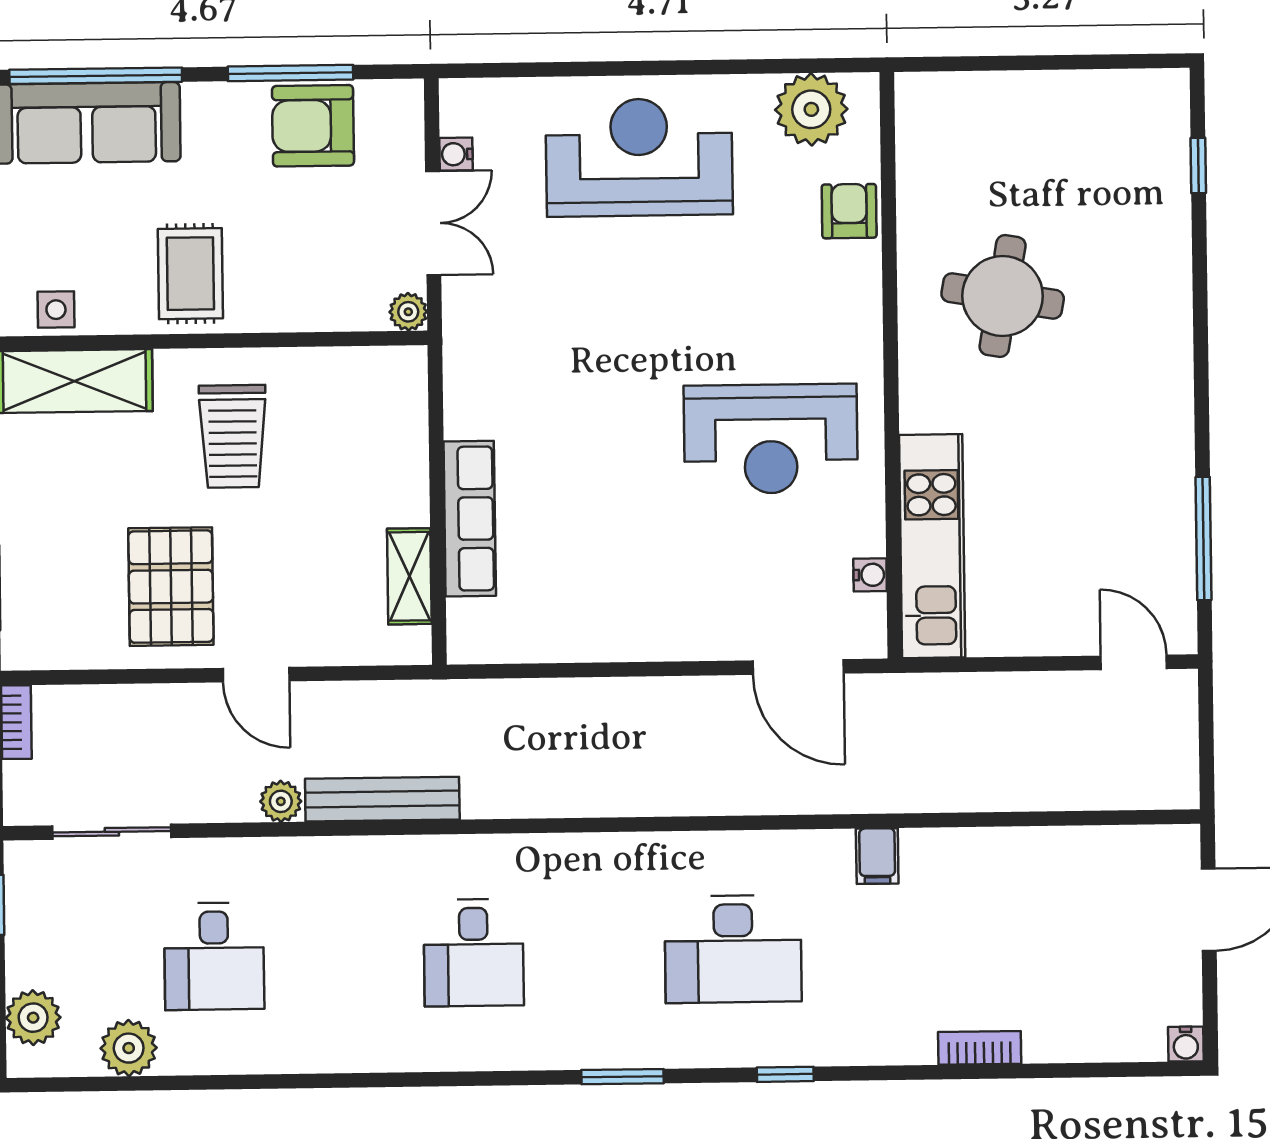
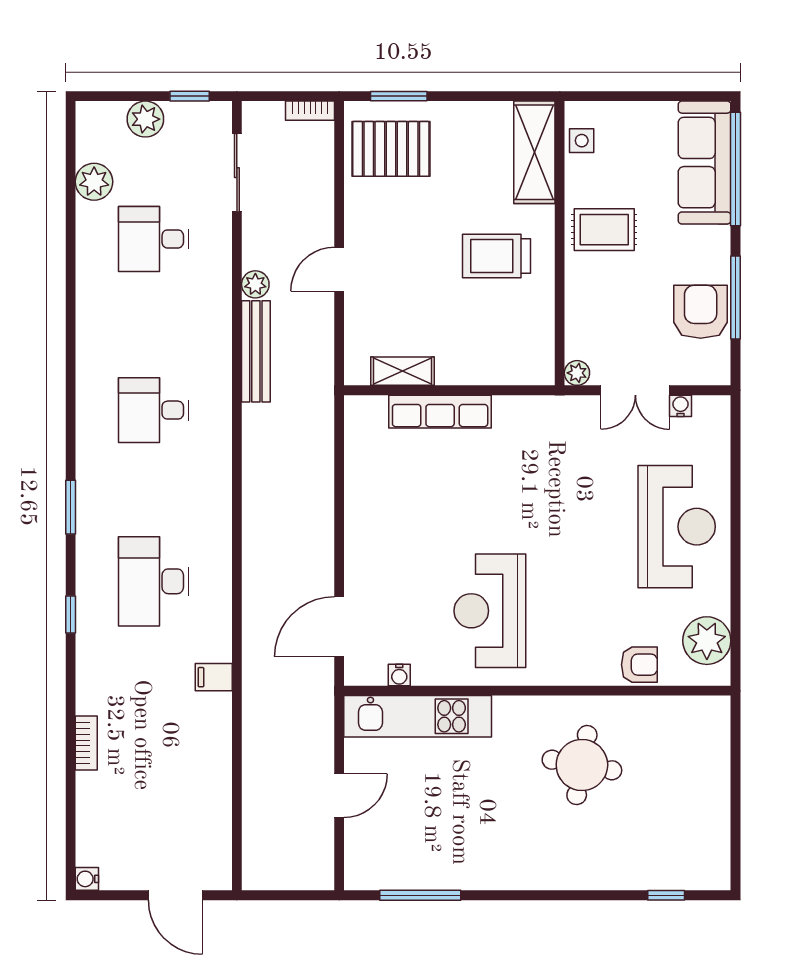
pallet: (171, 587) -> (391, 149), moved
door: (1134, 662) -> (339, 796), moved
plant: (33, 1018) -> (145, 119), moved

